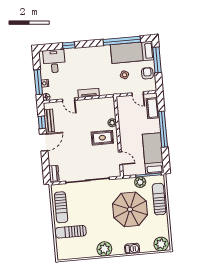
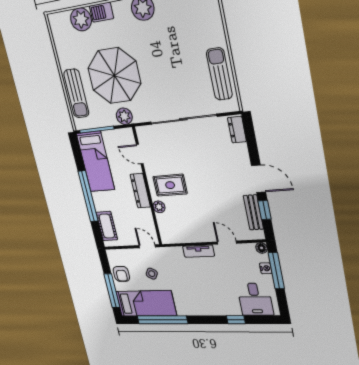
door: (138, 94) -> (147, 246), moved
dresser: (124, 134) -> (140, 191), added
door: (44, 142) -> (259, 179), swing flipped
plant: (140, 182) -> (124, 116), moved
sun lounger: (71, 232) -> (199, 33), removed
plant: (161, 244) -> (81, 19), moved

